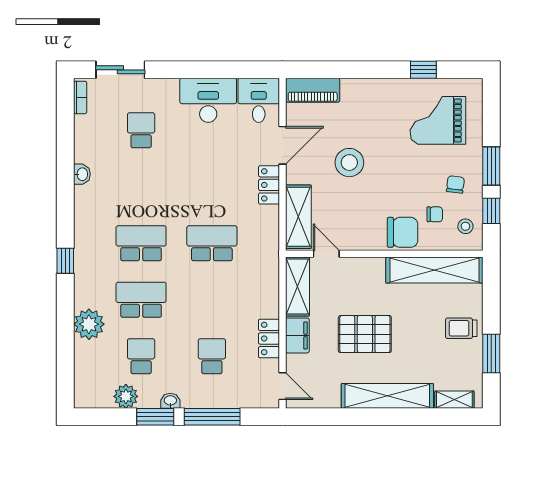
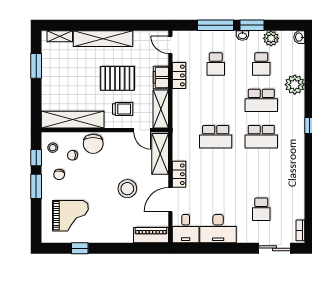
washbasin: (82, 174) -> (299, 37), moved
chair: (403, 232) -> (93, 144), turned -90
trolley: (461, 328) -> (123, 109), moved

